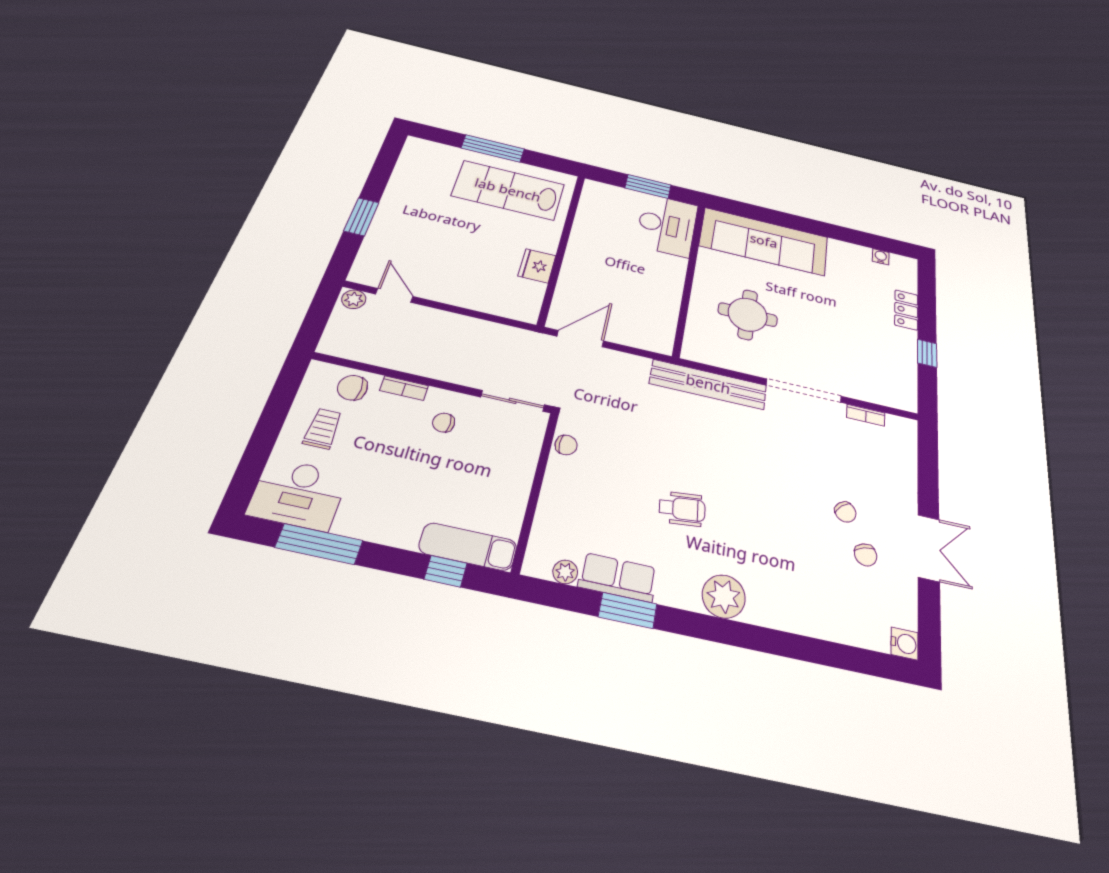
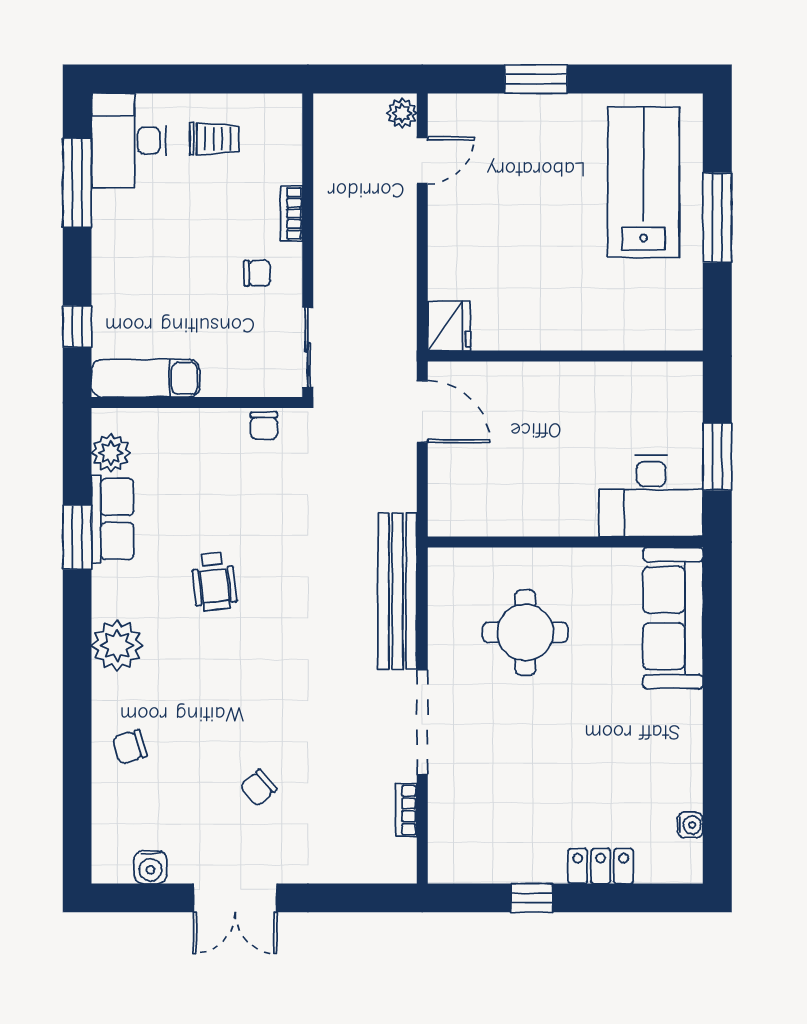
lab bench: (508, 190) -> (643, 182), moved
sofa: (764, 241) -> (673, 618), width x0.74, depth x0.79
fridge: (537, 266) -> (449, 326), moved, turned 90
chair: (352, 388) -> (276, 154), removed
chair: (444, 423) -> (257, 273), turned 90
exam couch: (468, 547) -> (146, 378), moved, turned -90
chair: (866, 555) -> (130, 747), moved
plant: (565, 572) -> (111, 453), width x1.38, depth x1.38
water cooler: (905, 643) -> (150, 867), moved

